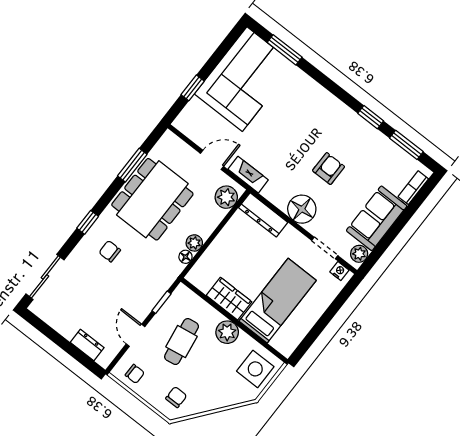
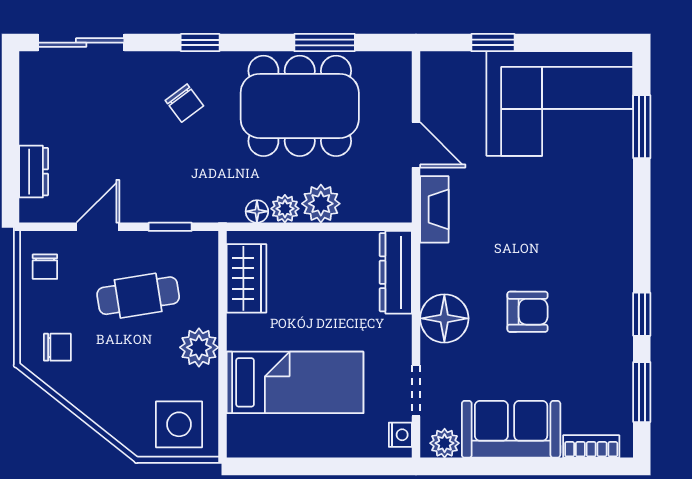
plant: (226, 197) -> (321, 204), moved
chair: (110, 251) -> (184, 103), turned 143
wardrobe: (229, 299) -> (246, 278), moved

